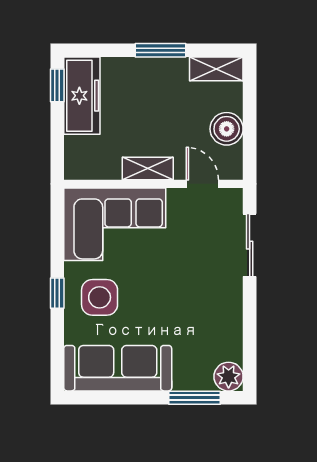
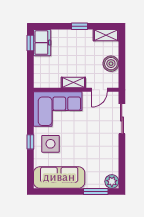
window: (160, 50) -> (79, 26), width x0.67
freezer: (82, 96) -> (42, 43), width x0.71
door: (202, 184) -> (99, 90), swing flipped

